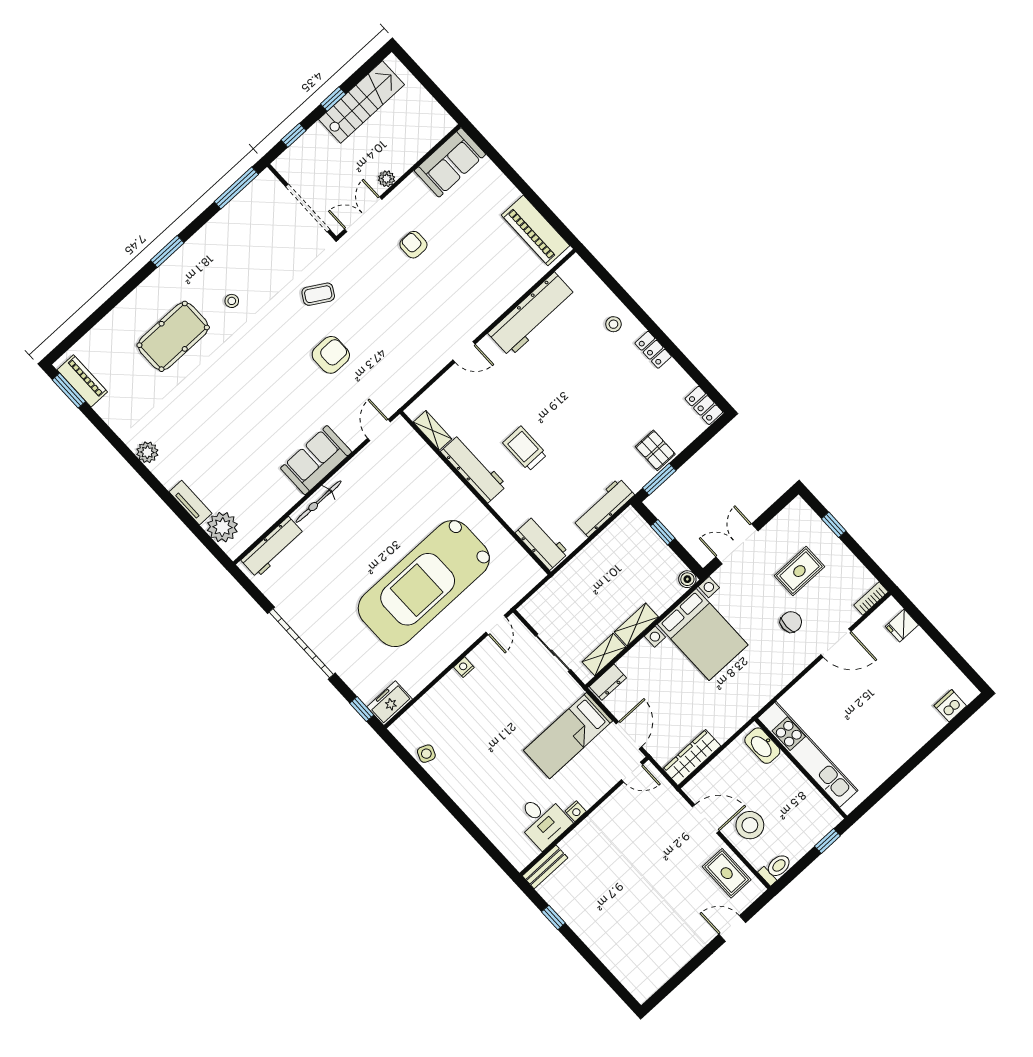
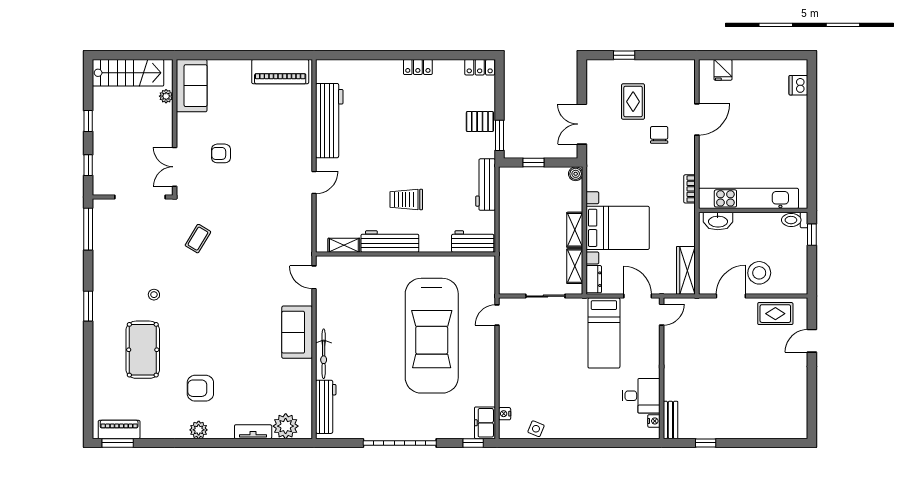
stairs: (362, 102) -> (128, 73), moved, turned 90
plant: (387, 179) -> (166, 96), moved
stool: (613, 324) -> (380, 77), removed
armchair: (331, 355) -> (200, 388), moved, turned -90
bookcase: (871, 599) -> (689, 189), moved
door: (496, 625) -> (497, 315), swing flipped
bed with nightstands: (703, 634) -> (618, 228), moved
nightstand: (464, 667) -> (505, 414), moved
nightstand: (576, 811) -> (654, 421), moved
toilet: (776, 868) -> (795, 220), moved, turned -90

